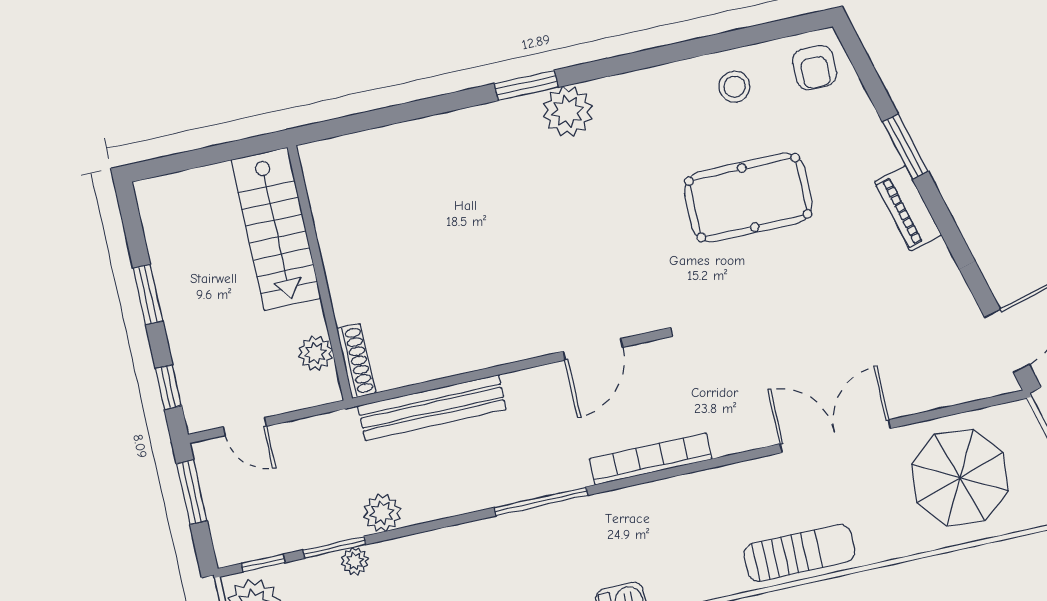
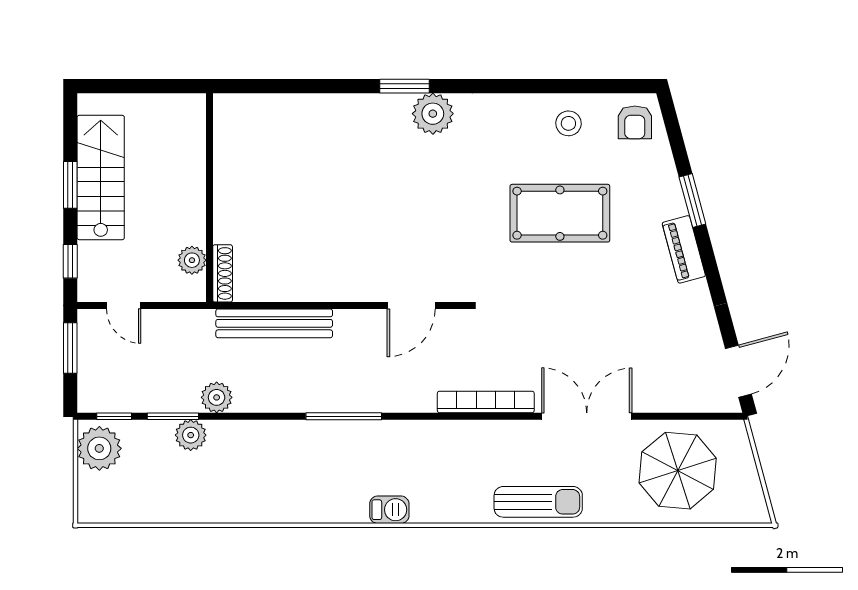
stairs: (276, 229) -> (101, 177), moved, turned 180
bookcase: (651, 459) -> (486, 402), moved
plant: (355, 561) -> (191, 435), width x1.38, depth x1.38

